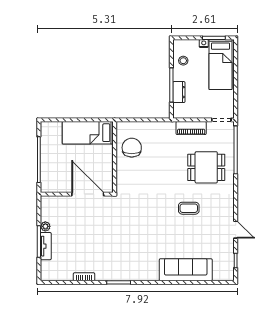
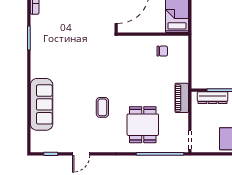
dresser: (179, 92) -> (213, 98), width x1.44
piano: (191, 128) -> (182, 98), moved
chair: (132, 148) -> (162, 51), width x0.54, depth x0.54

